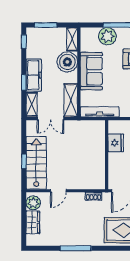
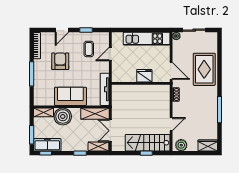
plant: (107, 36) -> (41, 83), removed
freezer: (34, 75) -> (47, 145), moved
double door: (50, 119) -> (110, 131), swing flipped
fridge: (116, 143) -> (144, 76), moved
door: (58, 191) -> (171, 124), hinge flipped
wardrobe: (33, 222) -> (208, 145), moved

